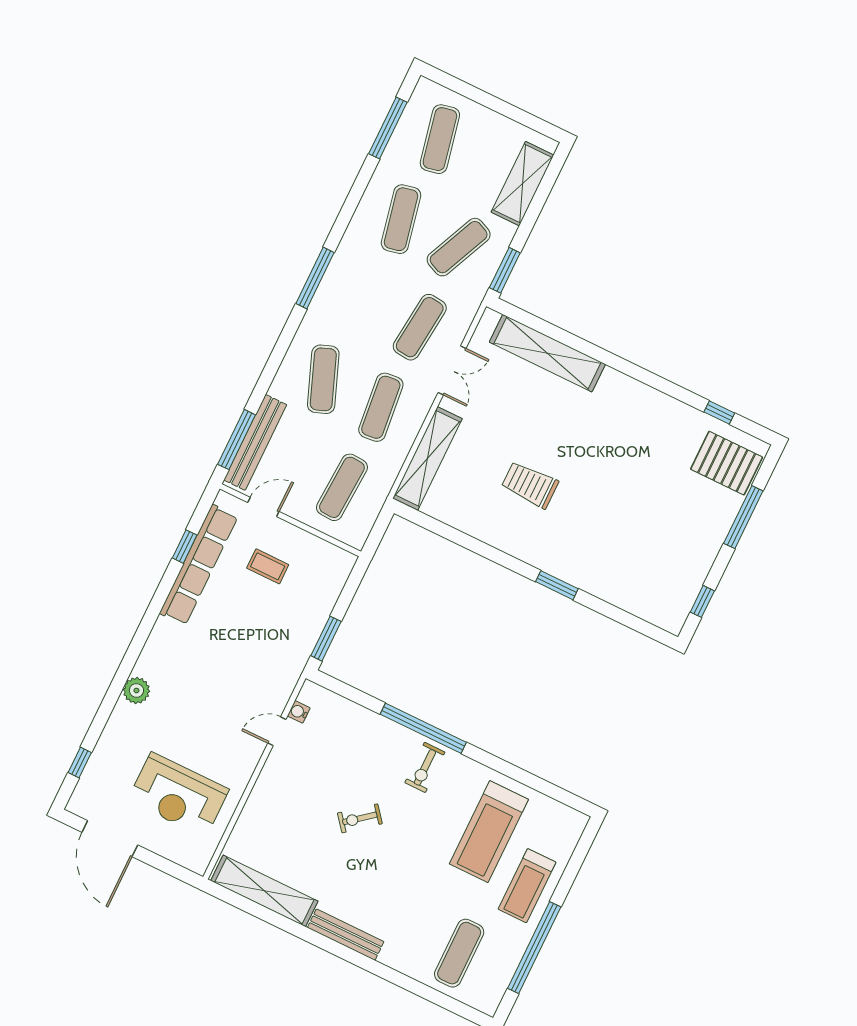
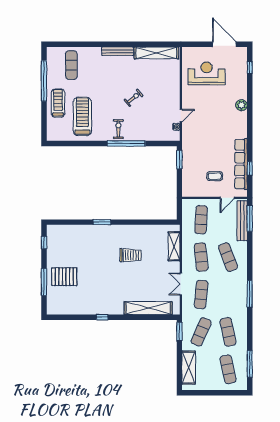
window: (719, 412) -> (102, 317), moved
shelving: (428, 458) -> (174, 246), width x0.68
pallet: (727, 463) -> (64, 277), moved

